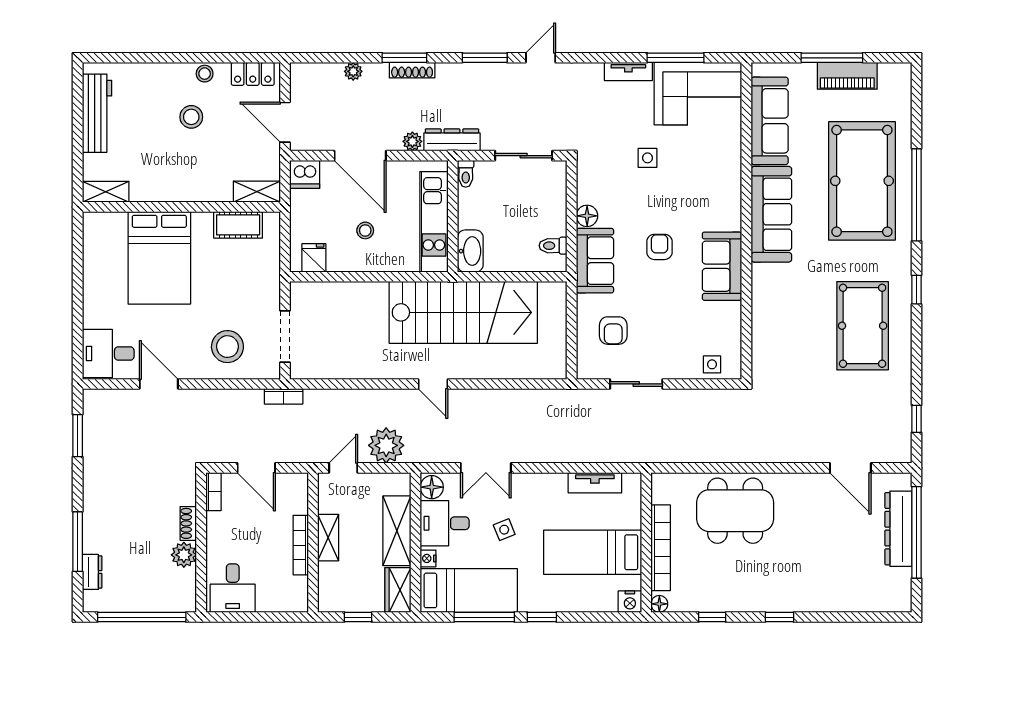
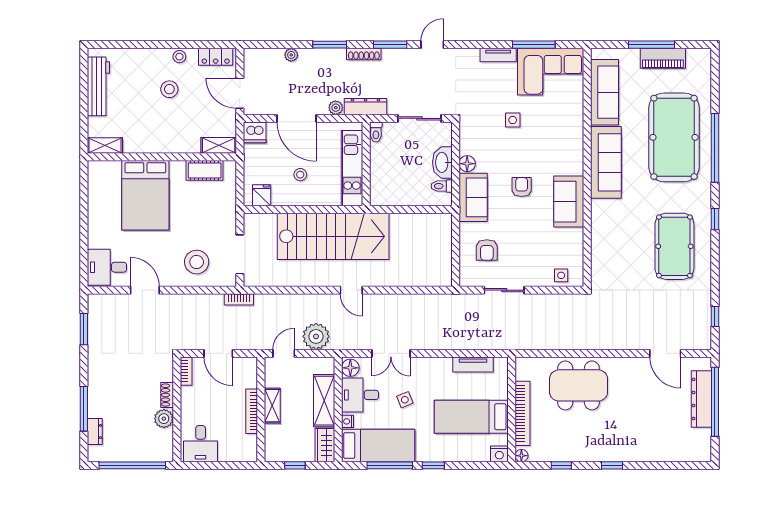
shoe rack: (412, 70) -> (364, 54), moved
washbasin: (470, 251) -> (442, 162), moved, turned 180
stairs: (463, 312) -> (333, 236), moved

